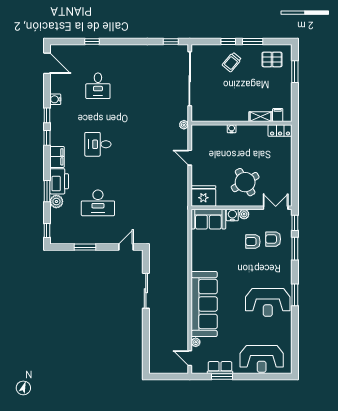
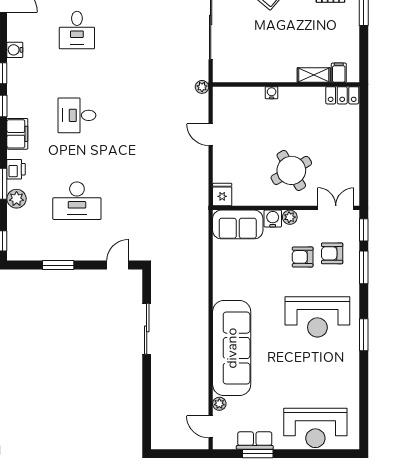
printer: (59, 181) -> (16, 169), width x0.53, depth x0.68
fridge: (203, 196) -> (222, 195), width x0.53, depth x0.75
reception desk: (268, 302) -> (317, 317), moved

